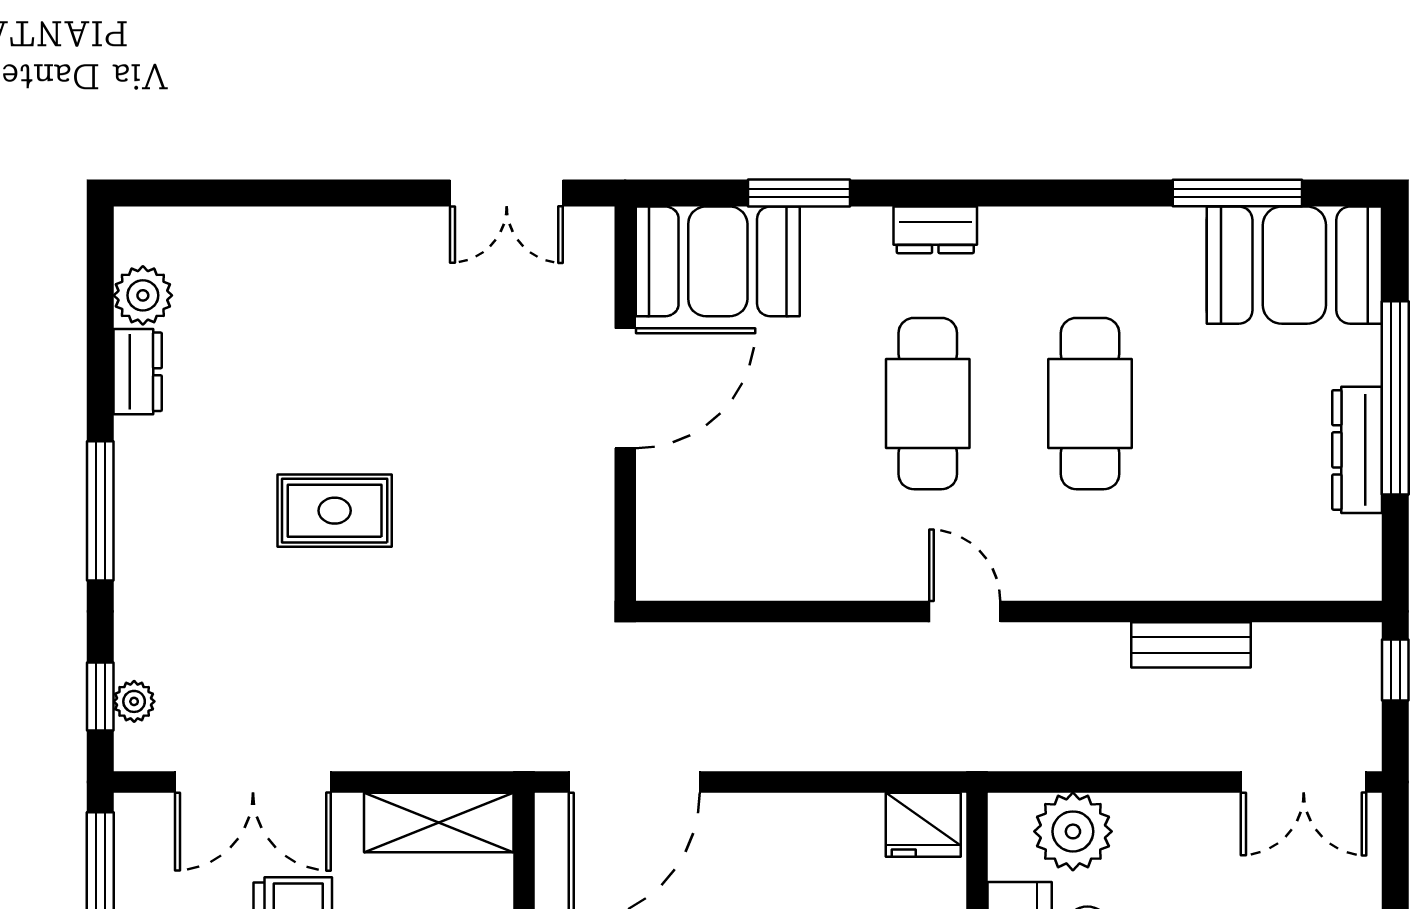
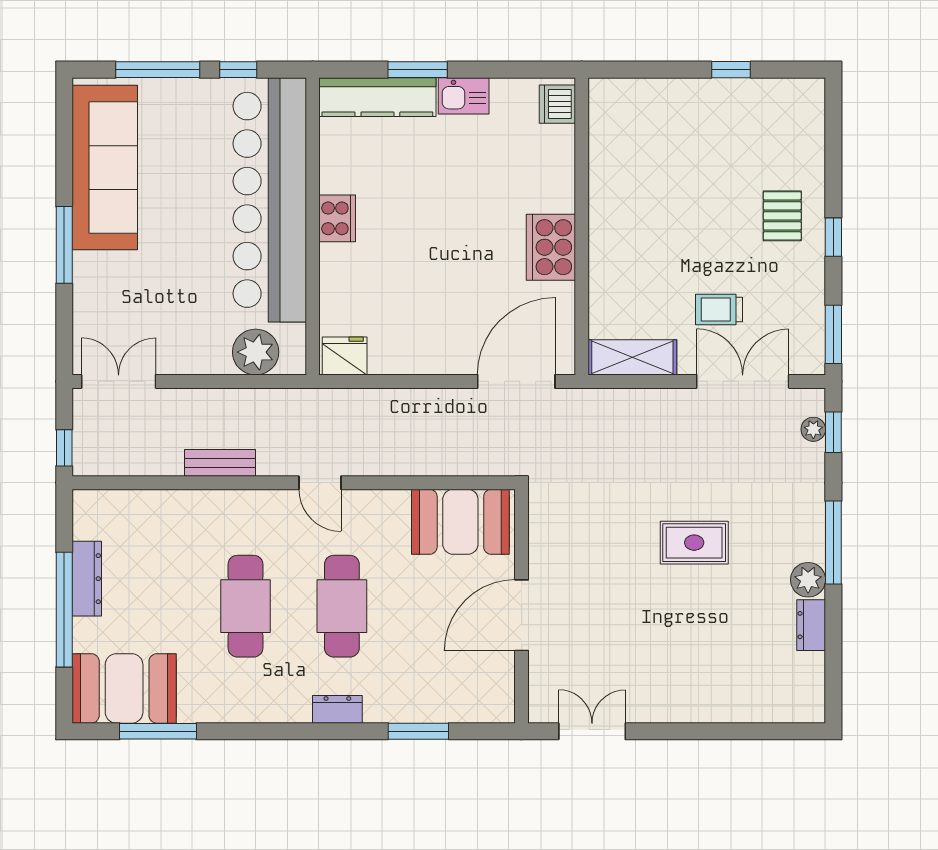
booth: (718, 261) -> (460, 522), moved
plant: (143, 295) -> (808, 580), moved
bench: (1191, 645) -> (220, 463), moved

